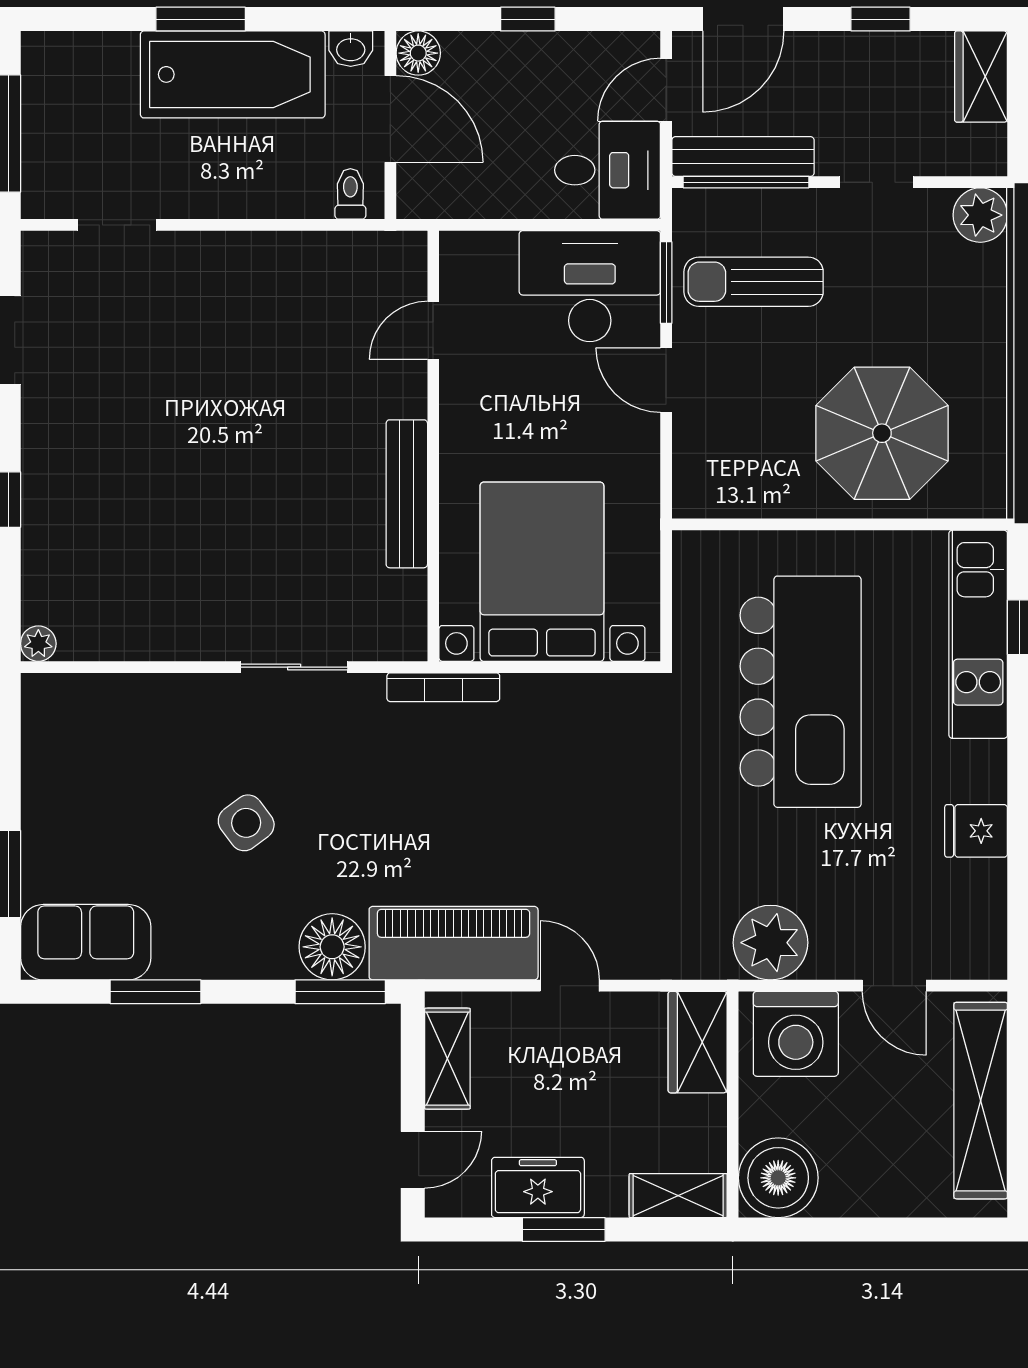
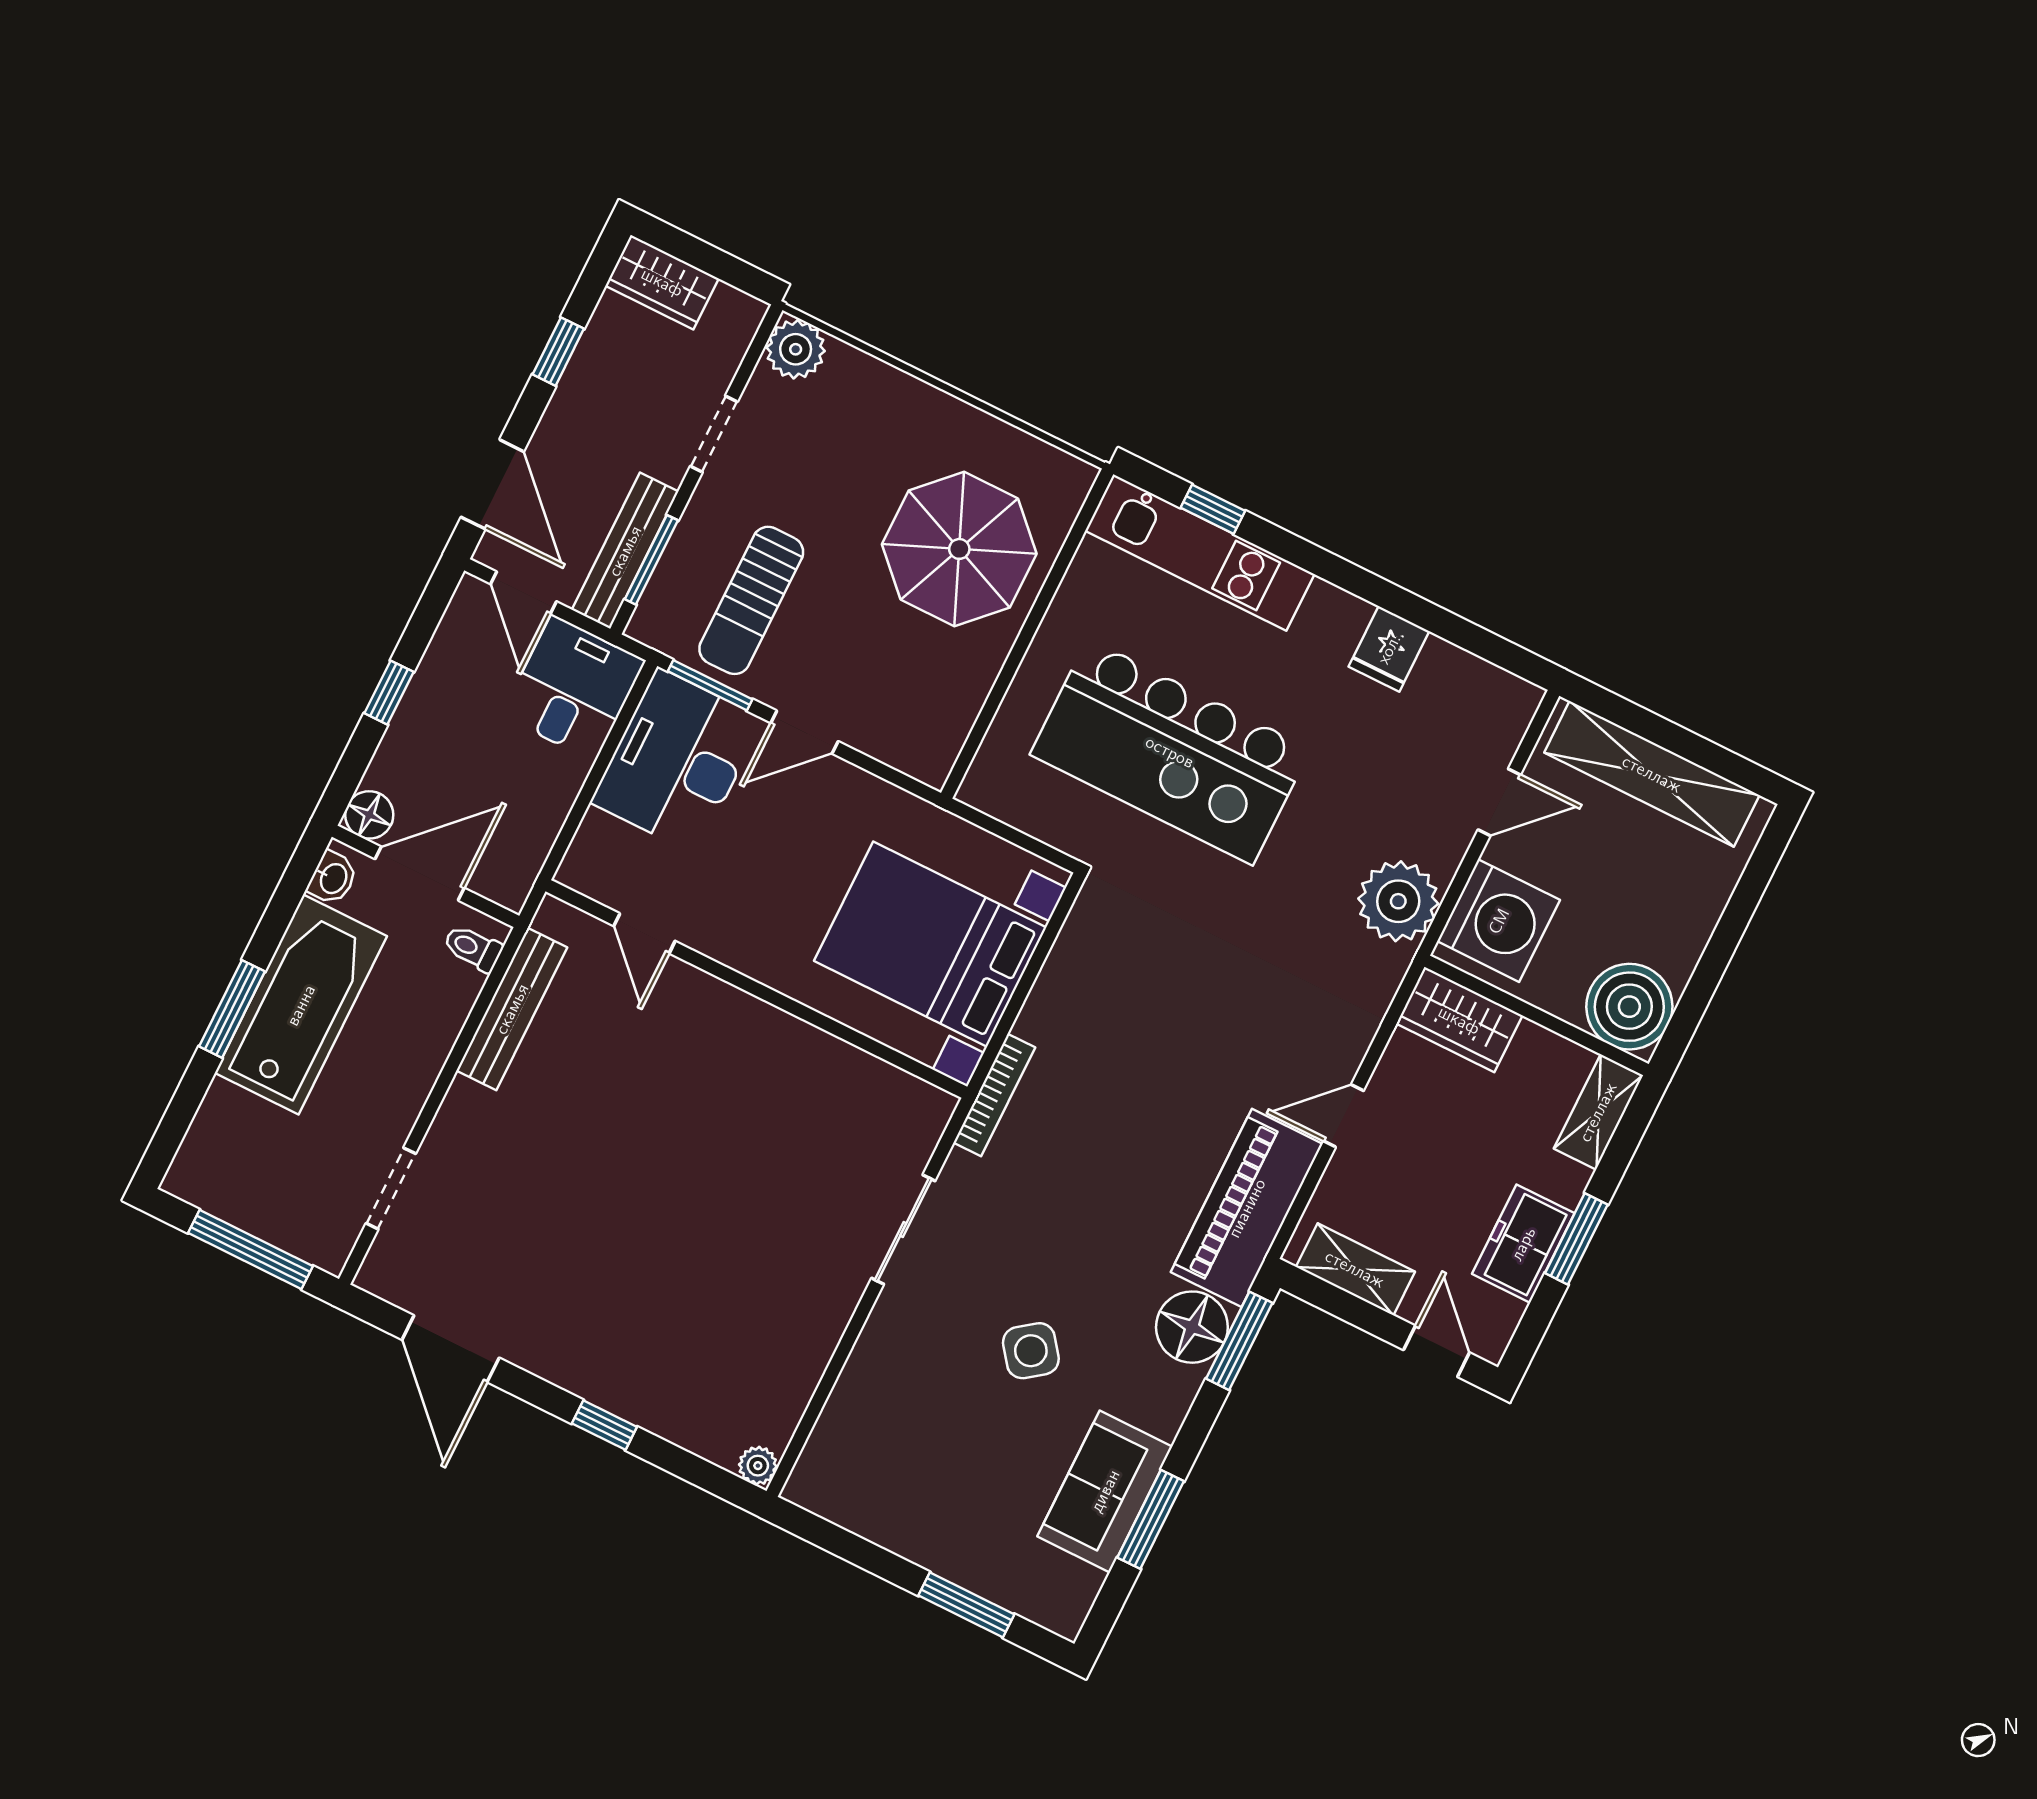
window: (746, 182) -> (651, 560), width x0.69
bench: (407, 494) -> (512, 1009), moved, turned 90
kitchen island: (801, 692) -> (1170, 752), turned 180
sofa: (86, 942) -> (1105, 1491), moved

